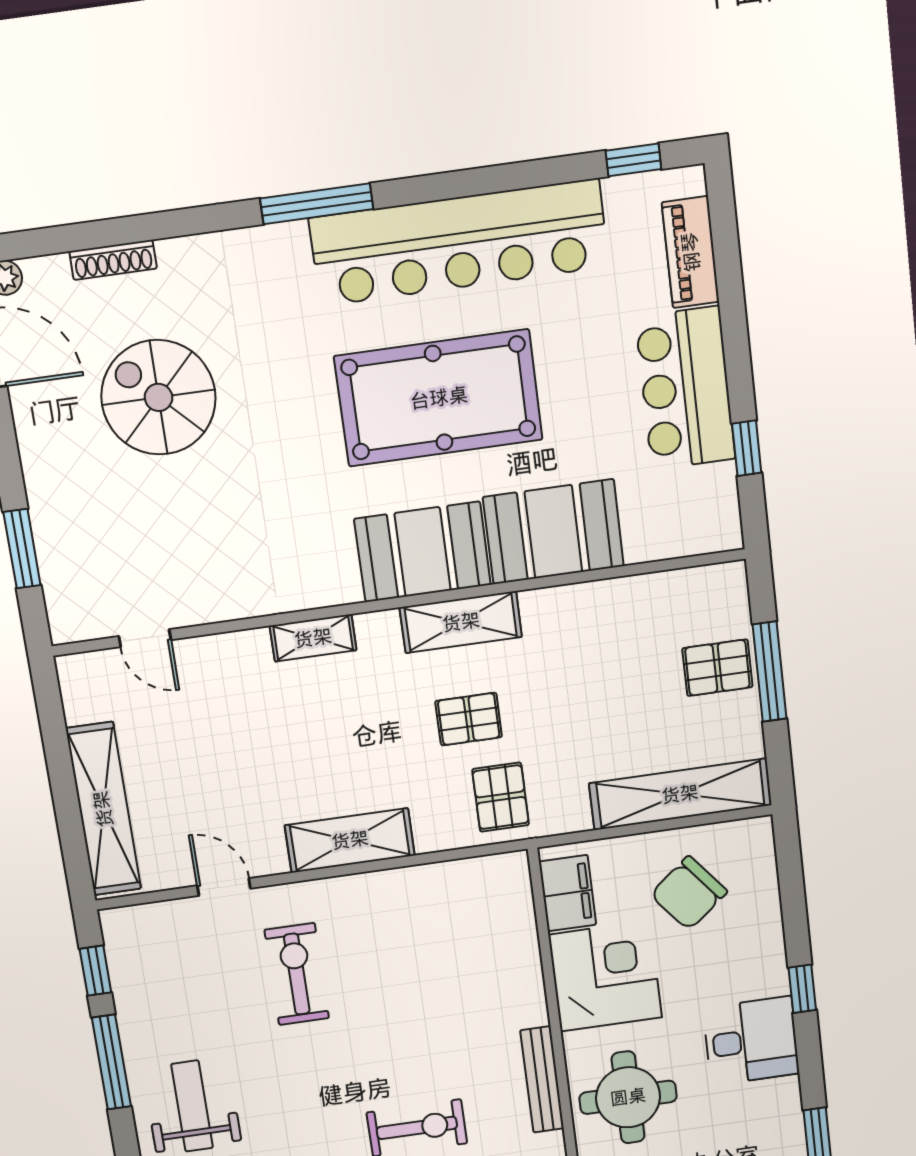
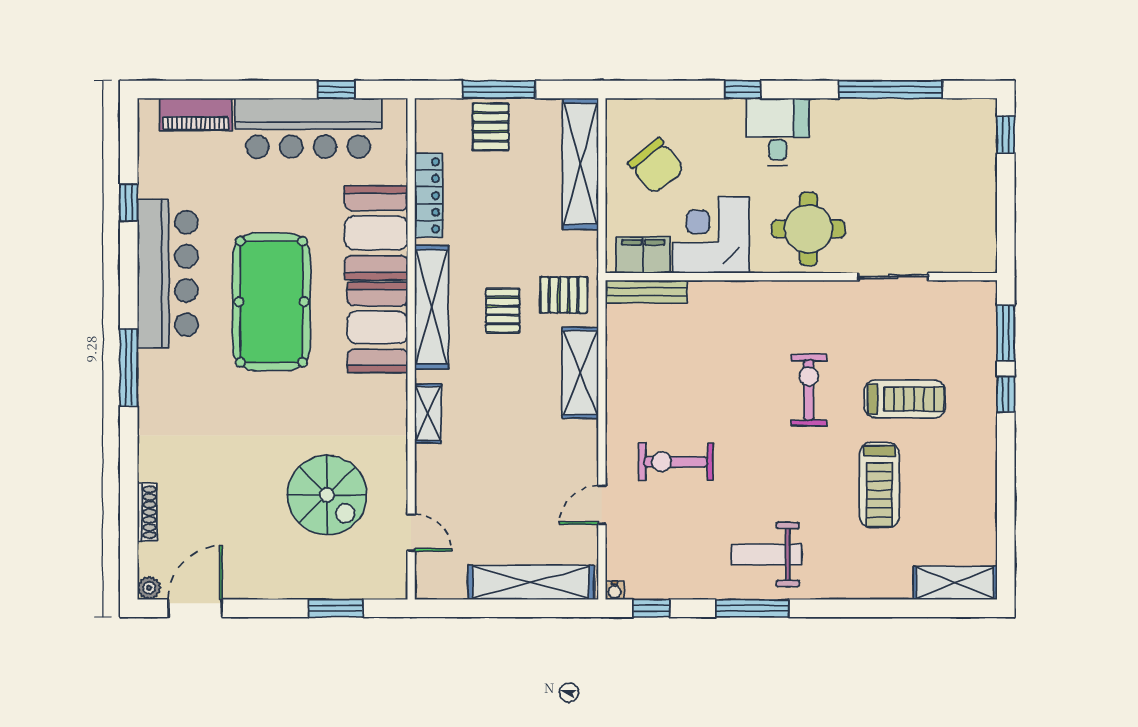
window: (633, 160) -> (129, 203), moved
bar counter: (459, 242) -> (168, 273), width x0.73
bar counter: (686, 388) -> (308, 128), width x1.36
spiral stairs: (159, 397) -> (327, 495), moved, turned -90
locker: (614, 597) -> (429, 195), added
shelving: (461, 622) -> (432, 307), width x1.47
door: (145, 638) -> (411, 533), hinge flipped
shelving: (350, 840) -> (580, 373), moved
water cooler: (111, 920) -> (615, 590), added
window: (111, 1062) -> (752, 608), moved
bench: (542, 1080) -> (647, 292), moved

